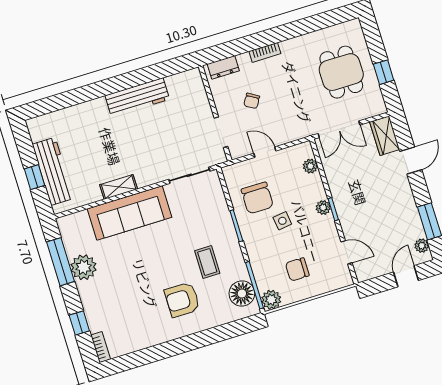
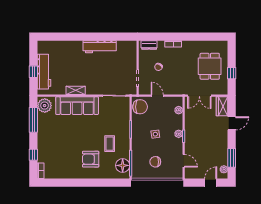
chair: (257, 198) -> (140, 107), moved, turned -90
plant: (84, 267) -> (45, 106), moved
plant: (271, 300) -> (137, 173), removed

